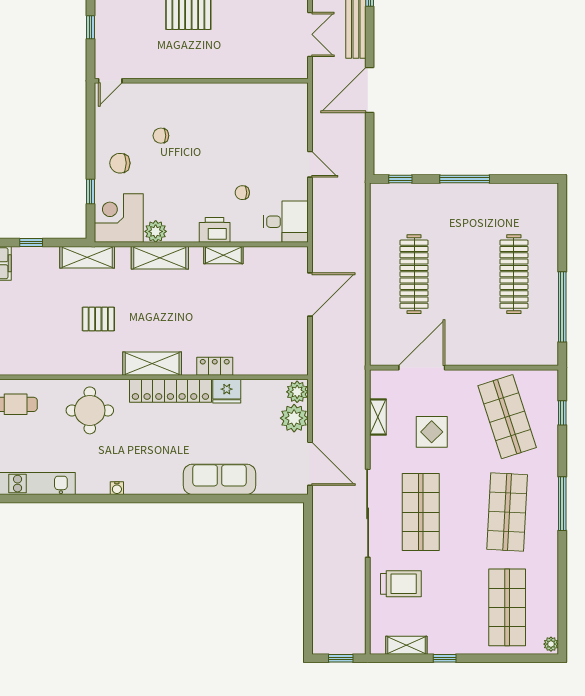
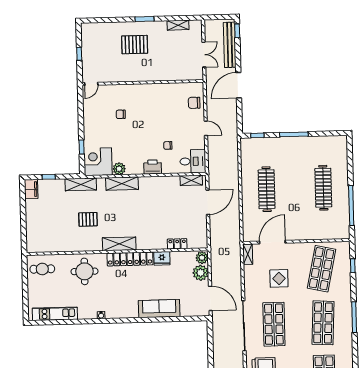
chair: (120, 163) -> (194, 103), moved
shelving: (223, 255) -> (191, 180), moved
locker: (215, 366) -> (177, 244), moved
shelving: (378, 417) -> (248, 254), moved
shop shelf: (507, 417) -> (322, 269), turned 30

